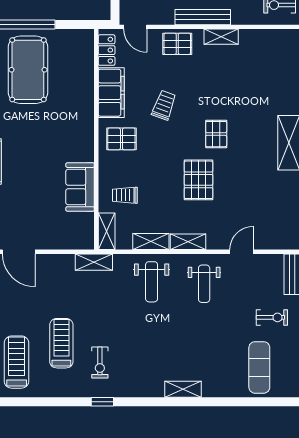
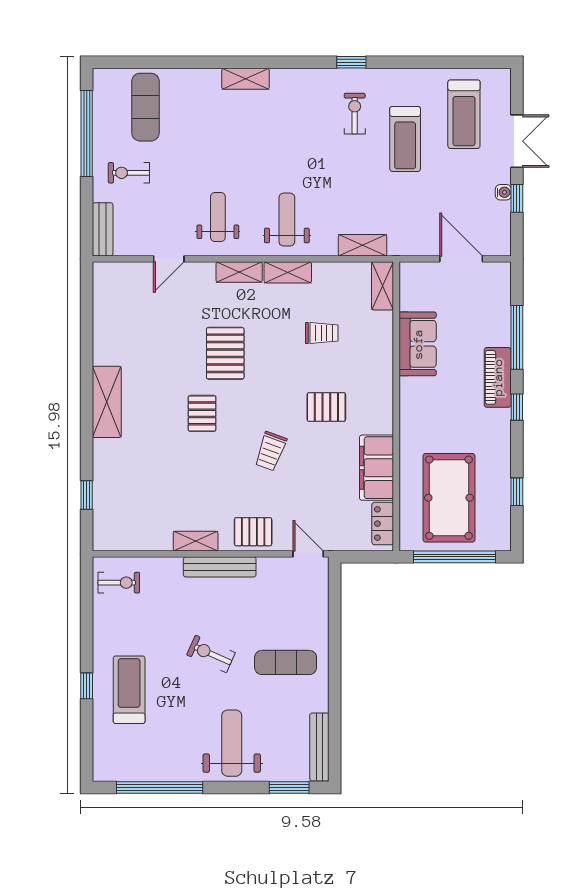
locker: (107, 50) -> (383, 524), moved
filing cabinet: (111, 93) -> (377, 468), moved
wall: (96, 139) -> (396, 406), moved
sofa: (80, 187) -> (418, 344), moved
shelving: (107, 231) -> (383, 286), moved

